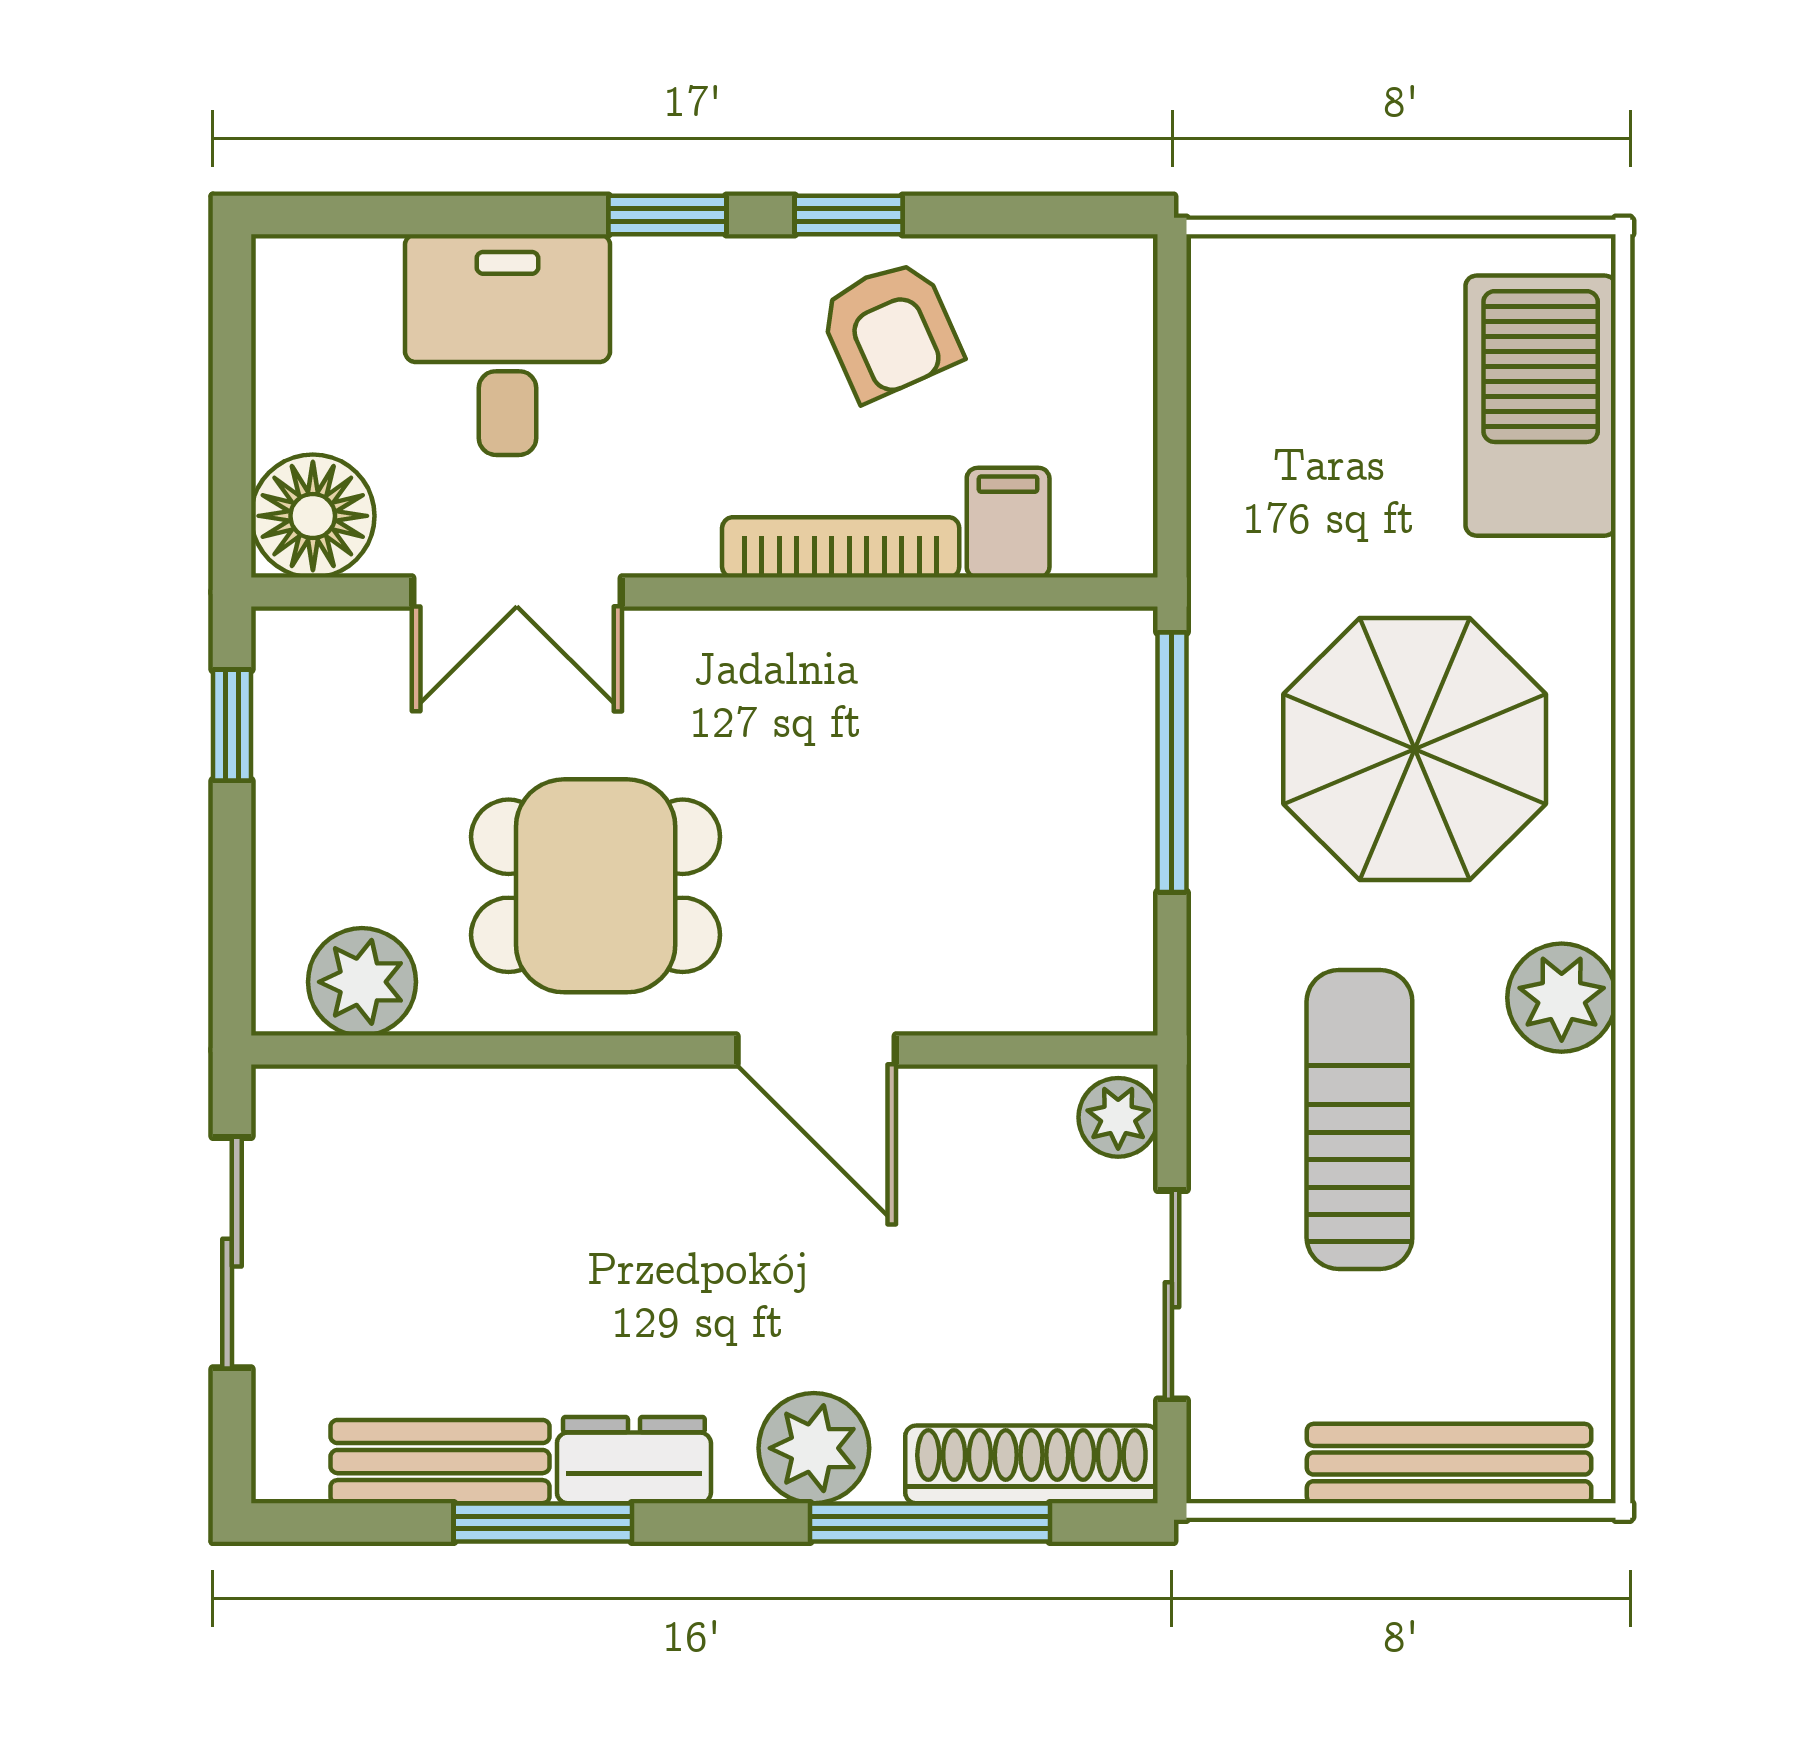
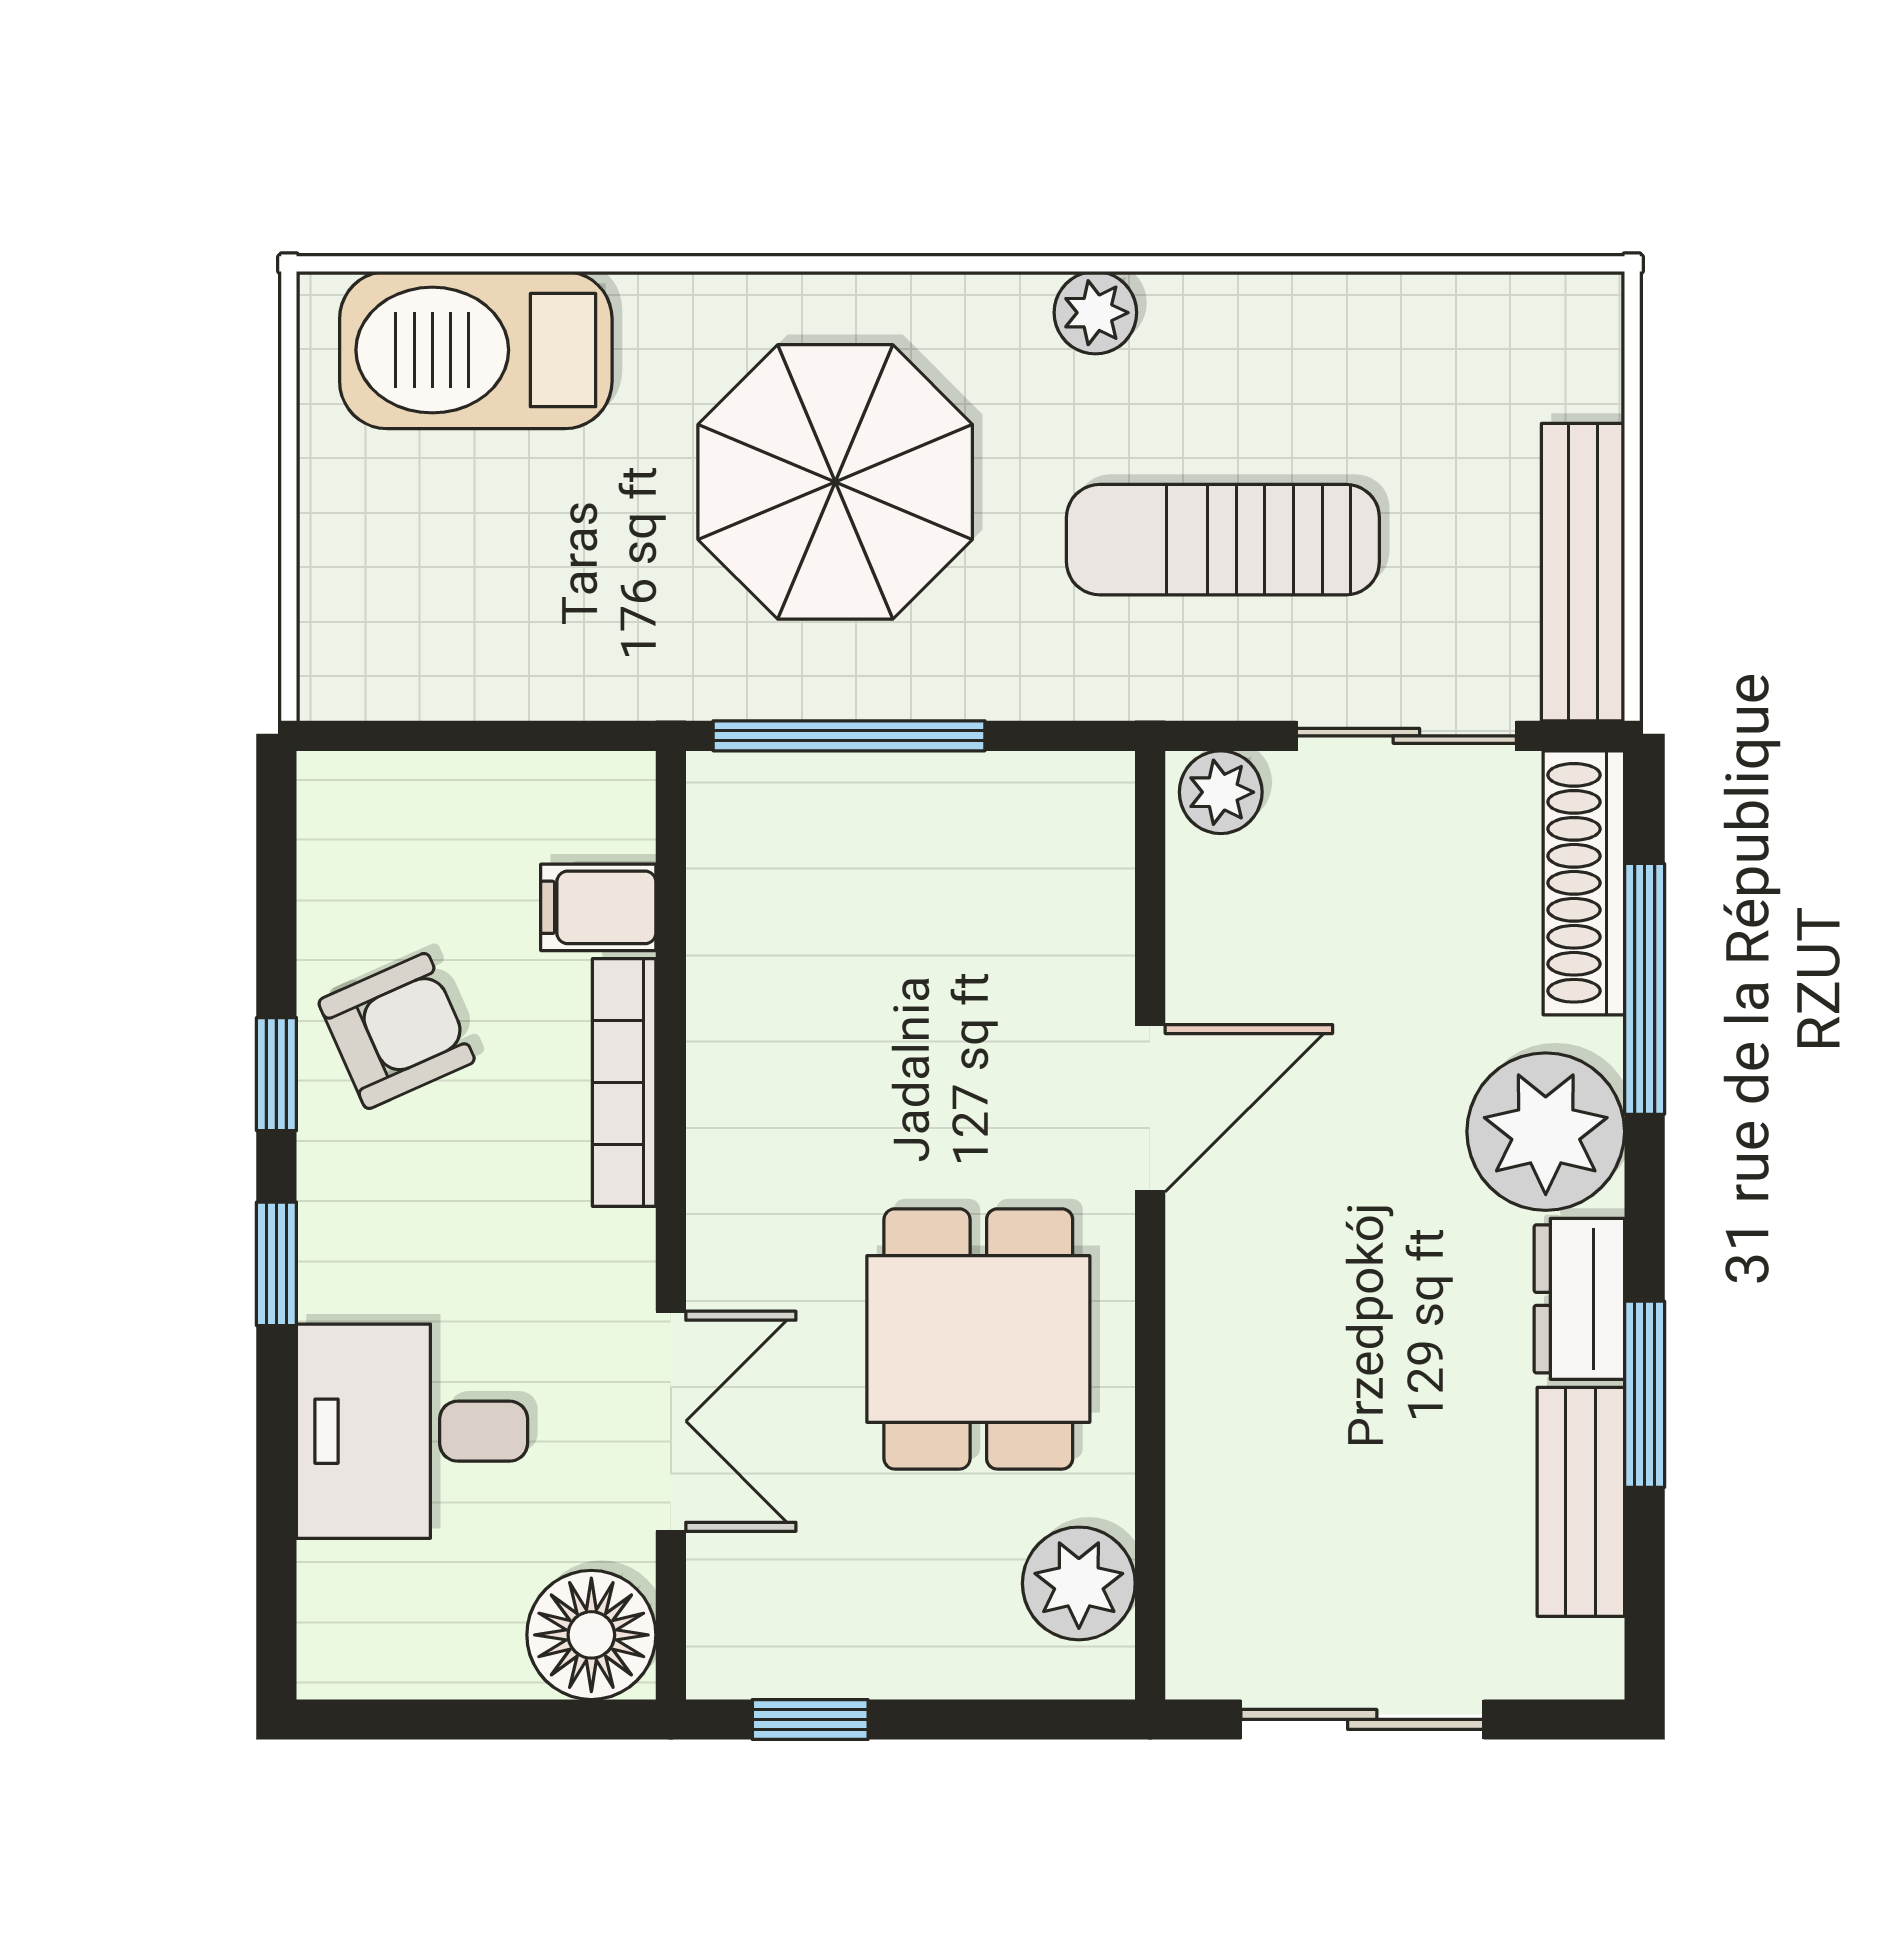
plant: (1562, 998) -> (1095, 313), width x0.73, depth x0.73
plant: (814, 1448) -> (1546, 1132), width x1.36, depth x1.36
bench: (1449, 1464) -> (1583, 572), moved

